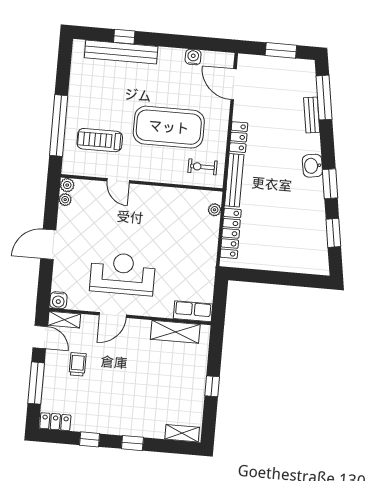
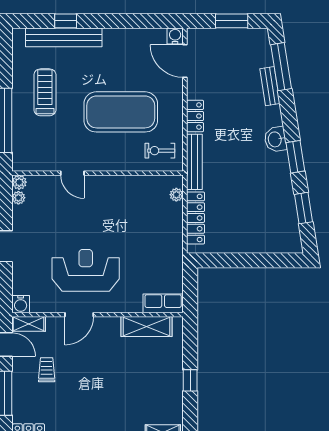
water cooler: (193, 57) -> (175, 36), moved
treadmill: (100, 140) -> (45, 92), moved, turned 90

